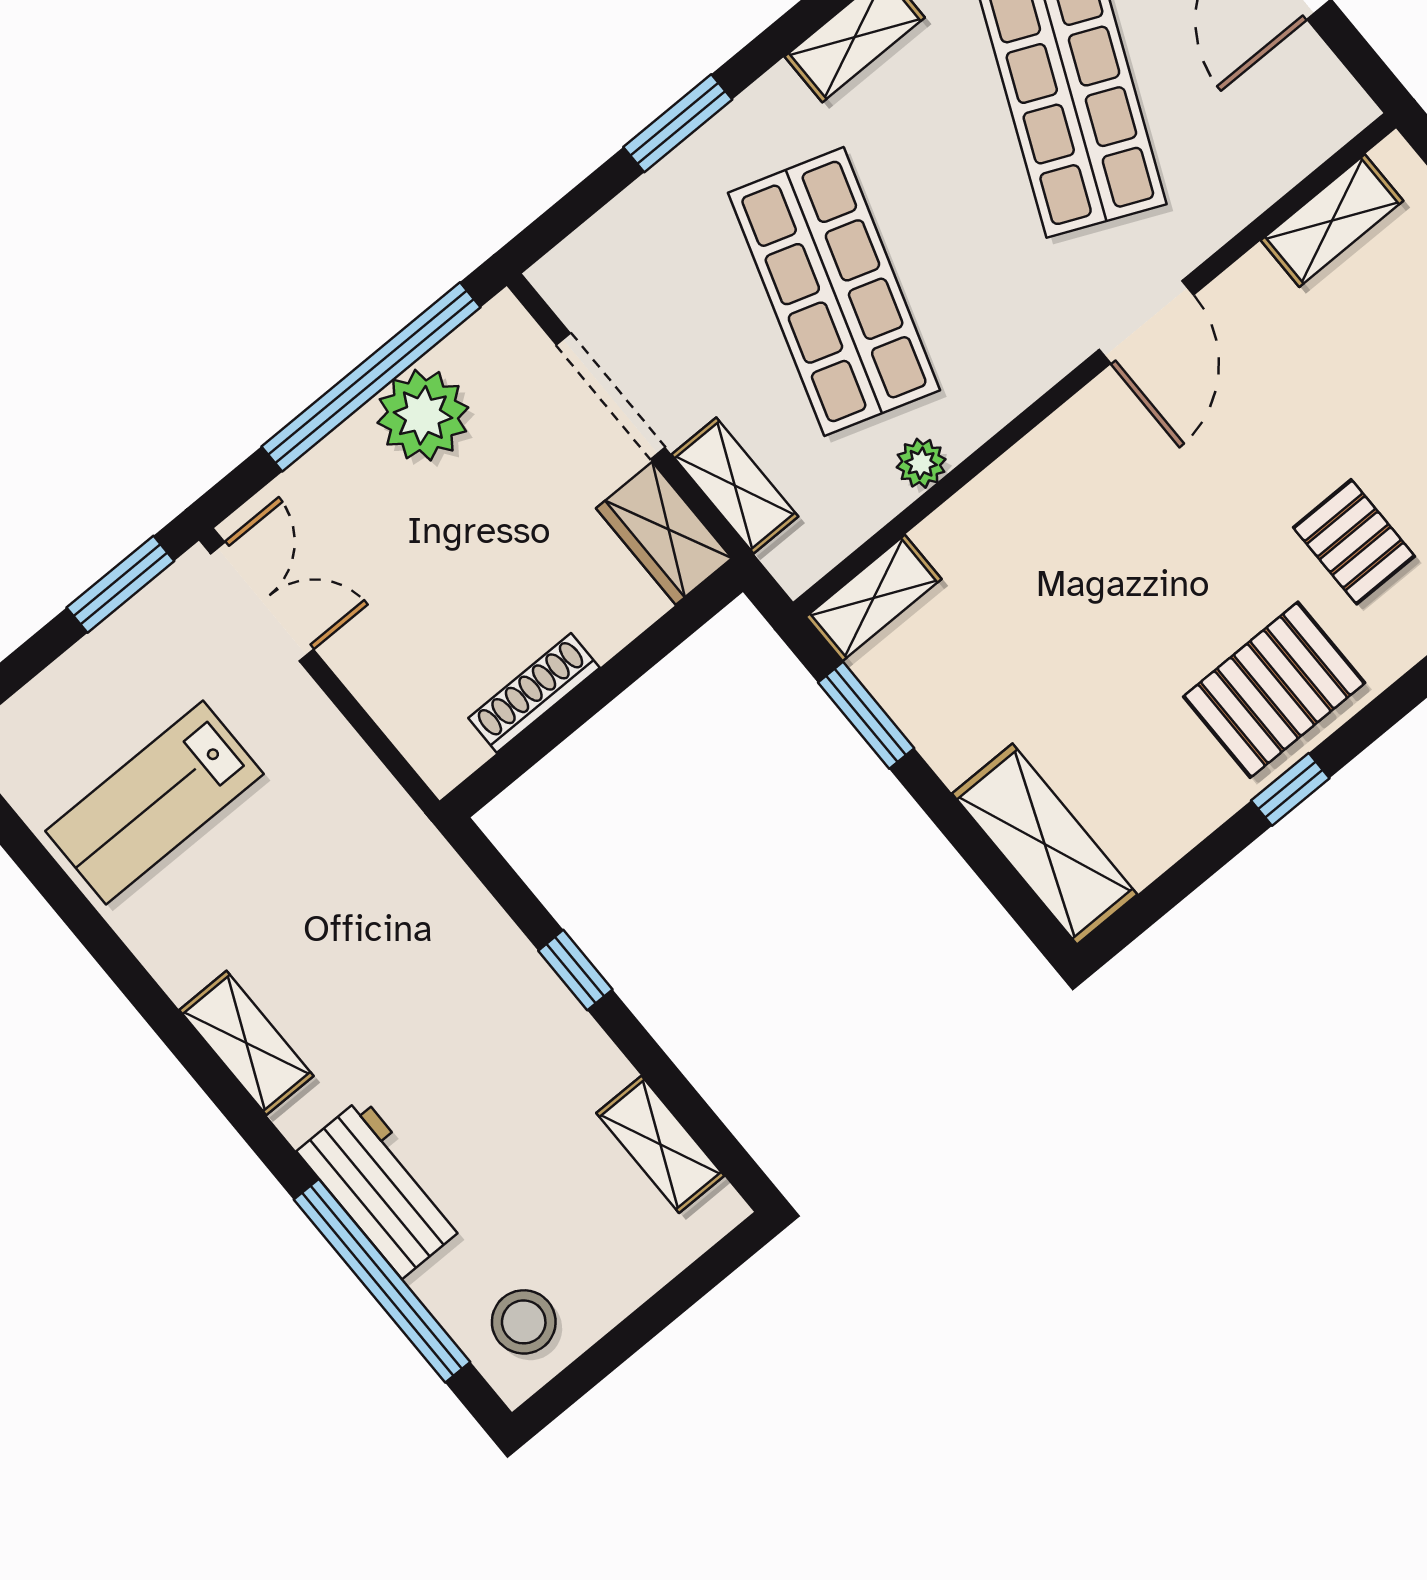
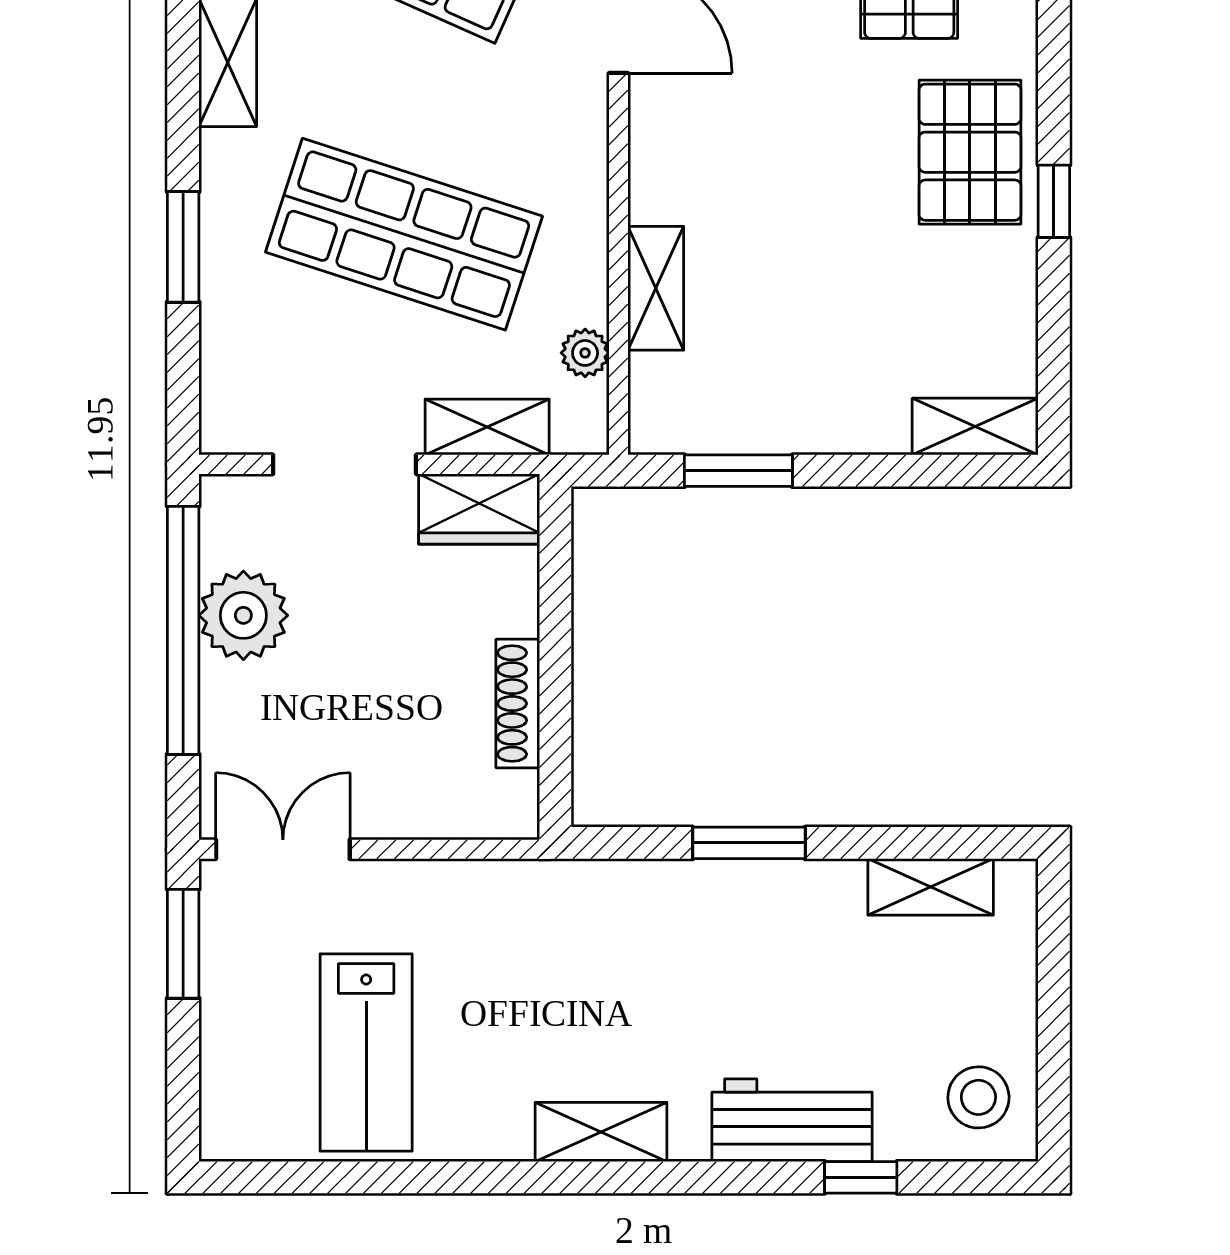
plant: (921, 463) -> (585, 353), moved
shelving: (874, 598) -> (656, 288), moved
shelving: (1045, 844) -> (975, 427), width x0.67, depth x0.75
window: (575, 970) -> (749, 843), width x1.50
window: (382, 1281) -> (861, 1177), width x0.32

